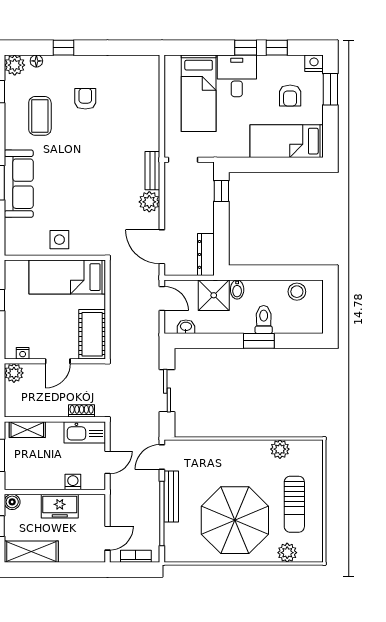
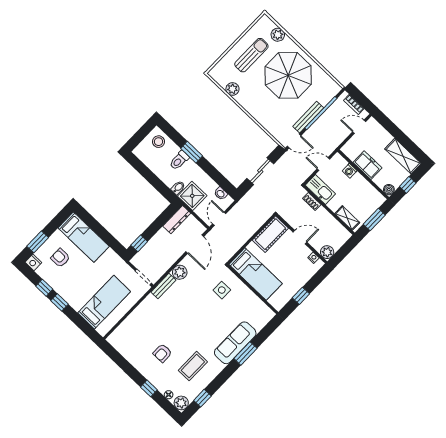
desk: (237, 76) -> (77, 293), removed
armchair: (290, 96) -> (60, 258), turned -90
side table: (59, 240) -> (222, 290), moved
stool: (297, 292) -> (159, 142), moved

